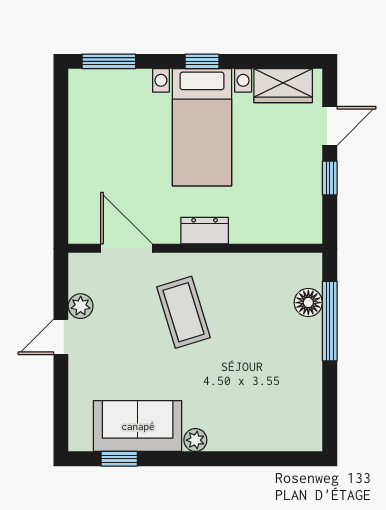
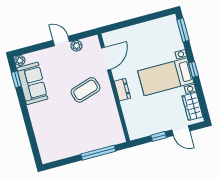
floor lamp: (308, 303) -> (104, 141), removed
plant: (195, 440) -> (20, 61), moved

